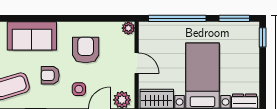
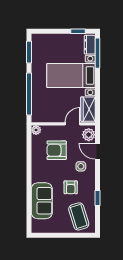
window: (263, 37) -> (78, 31), moved
armchair: (86, 50) -> (57, 150), moved
door: (137, 63) -> (73, 124), moved

